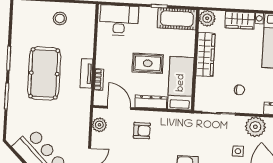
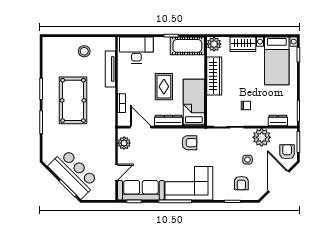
rug: (148, 63) -> (164, 87), turned 90
tv unit: (87, 73) -> (110, 69), moved, width x1.41
armchair: (142, 131) -> (189, 143), moved

